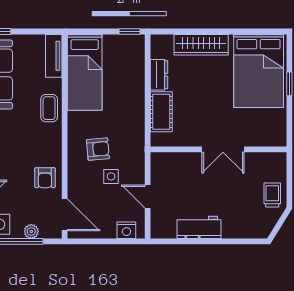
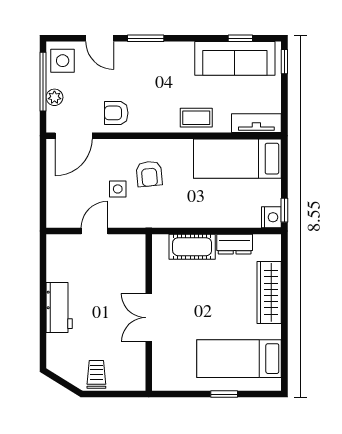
bed: (259, 71) -> (239, 359), width x0.67
trolley: (272, 195) -> (96, 374), turned -90
workbench: (199, 227) -> (59, 307), moved
nightstand: (126, 230) -> (271, 217), moved, turned 180

